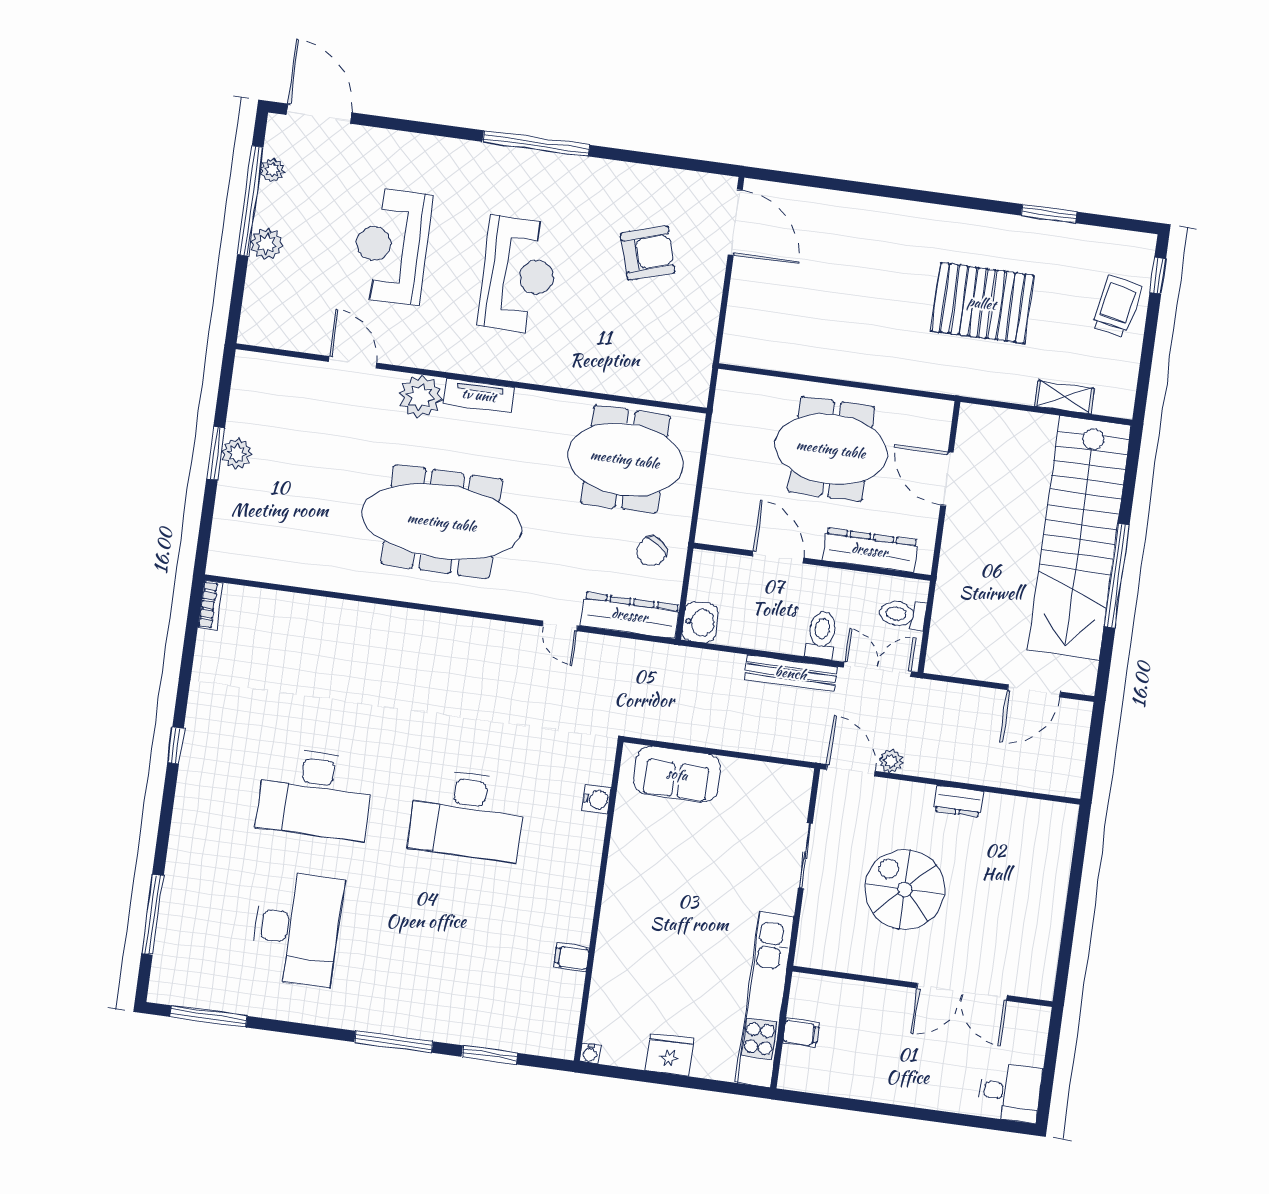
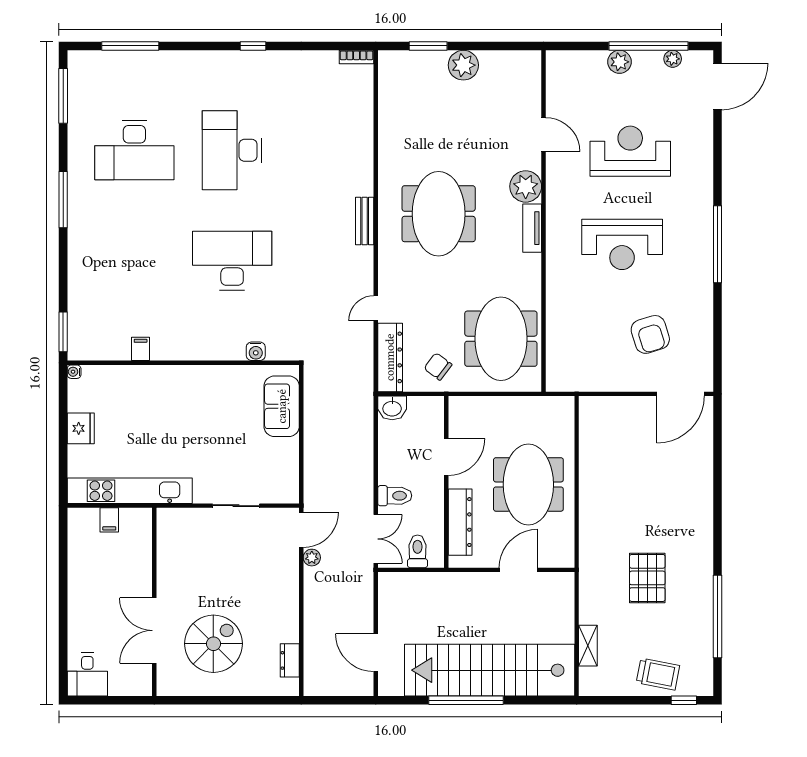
window: (1049, 214) -> (717, 617), width x2.11
pallet: (982, 303) -> (647, 578), width x0.73, depth x0.71
door: (352, 362) -> (544, 135), hinge flipped
window: (216, 453) -> (428, 46), moved
plant: (237, 453) -> (463, 65), width x1.36, depth x1.36
meeting table: (442, 522) -> (439, 214), width x0.73
bench: (791, 673) -> (365, 221), moved, width x0.73
dresser: (958, 801) -> (290, 660), moved
desk: (467, 815) -> (232, 261), turned 90
spiral stairs: (905, 889) -> (213, 644), moved
window: (394, 1042) -> (63, 200), moved
window: (490, 1055) -> (63, 332), moved

